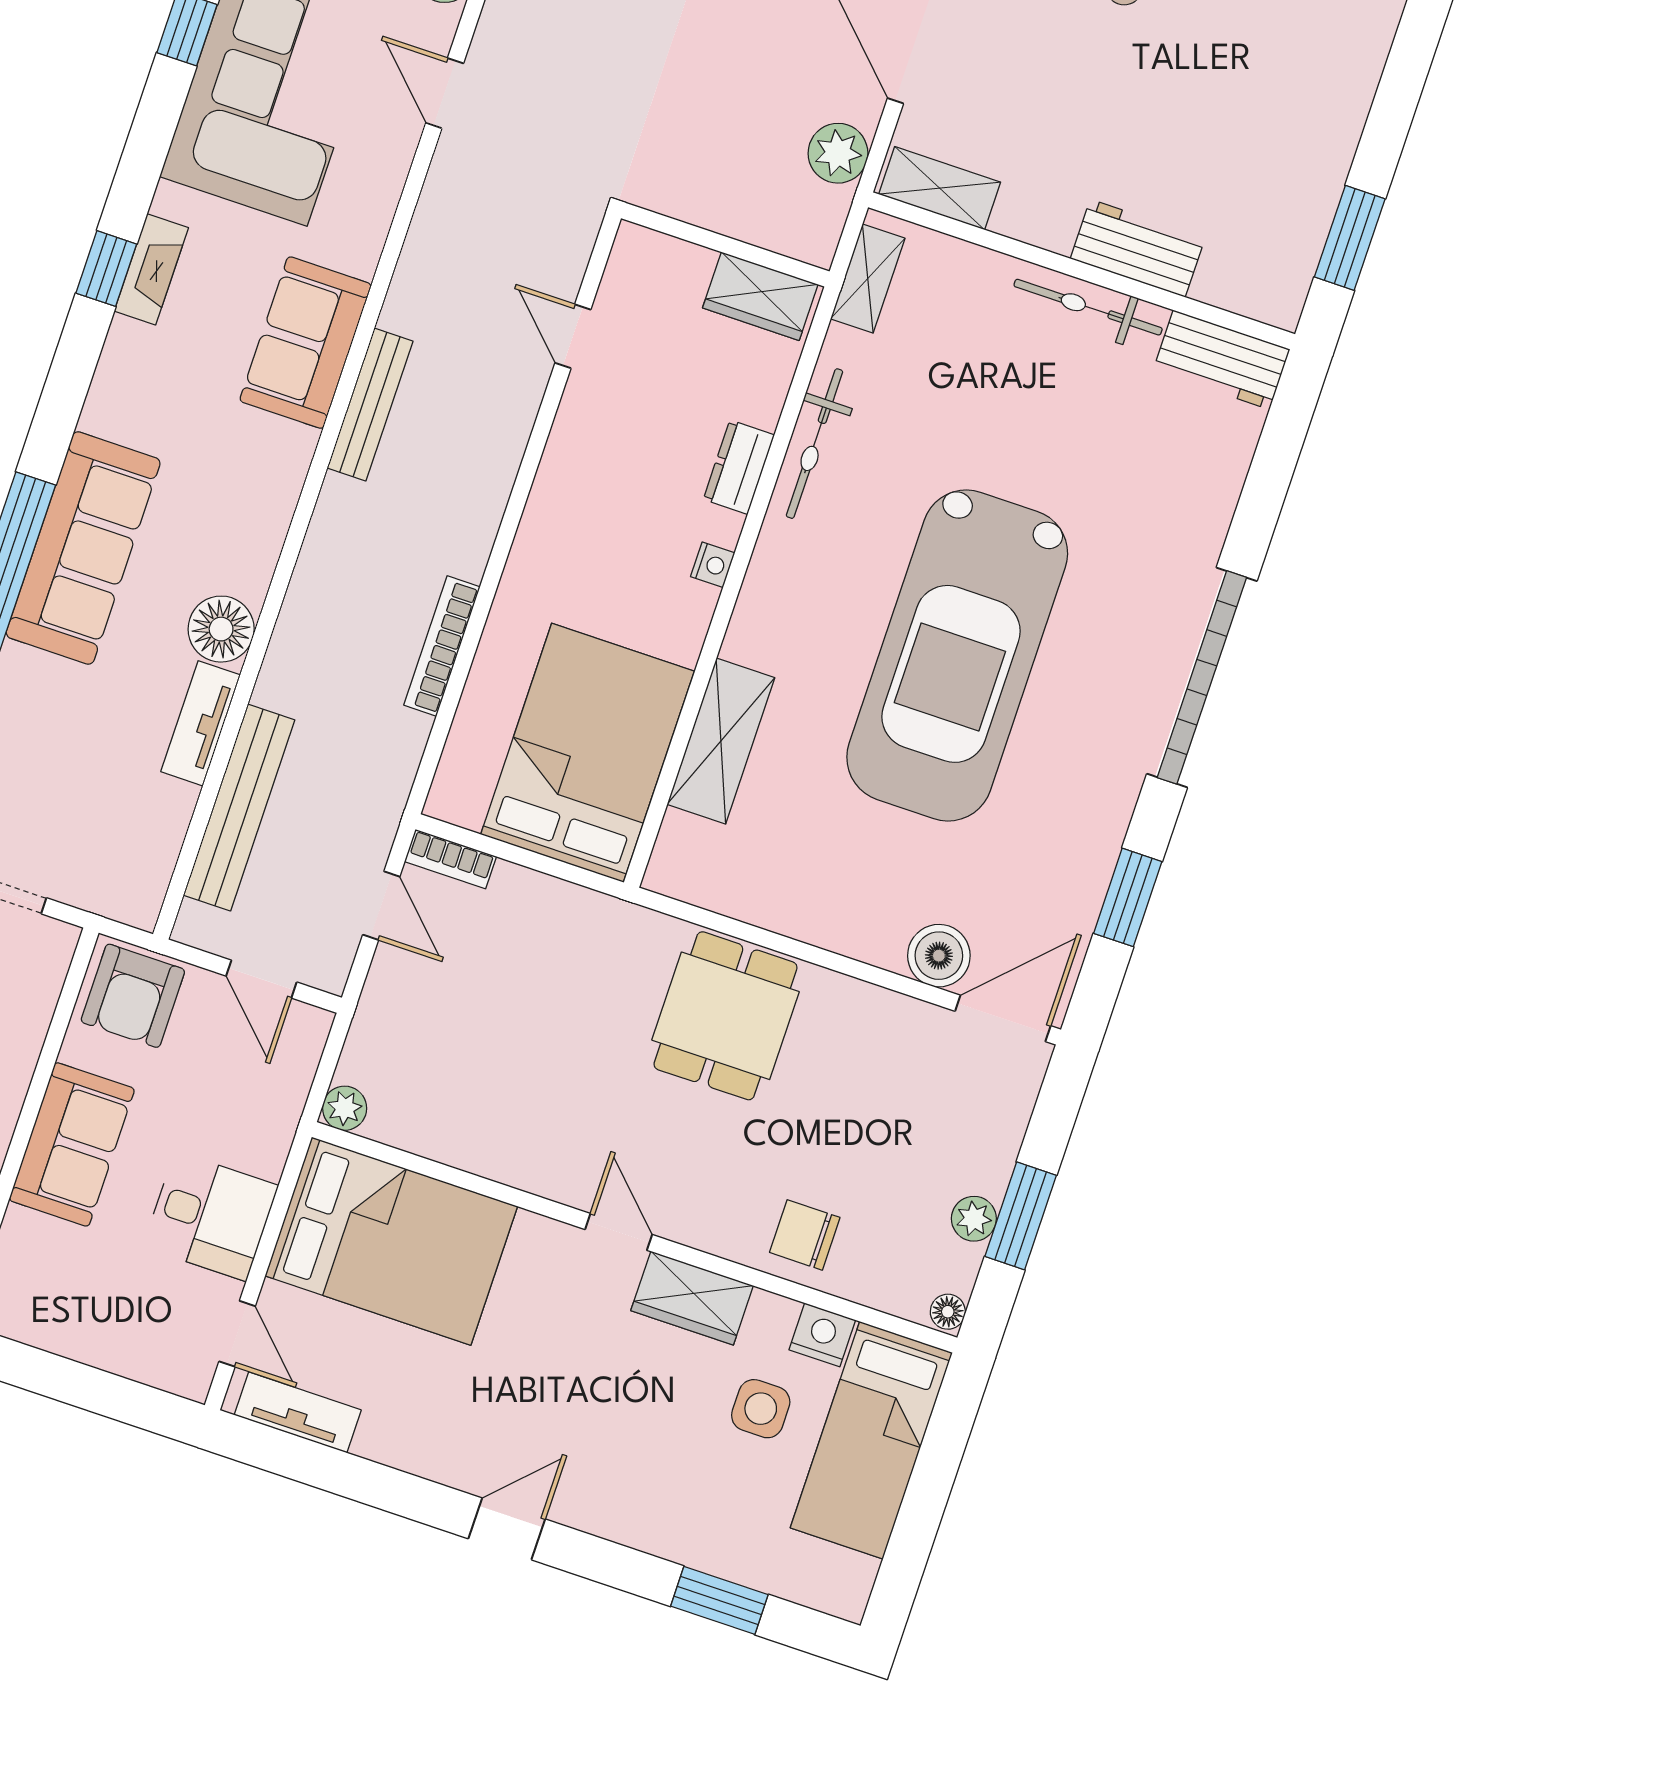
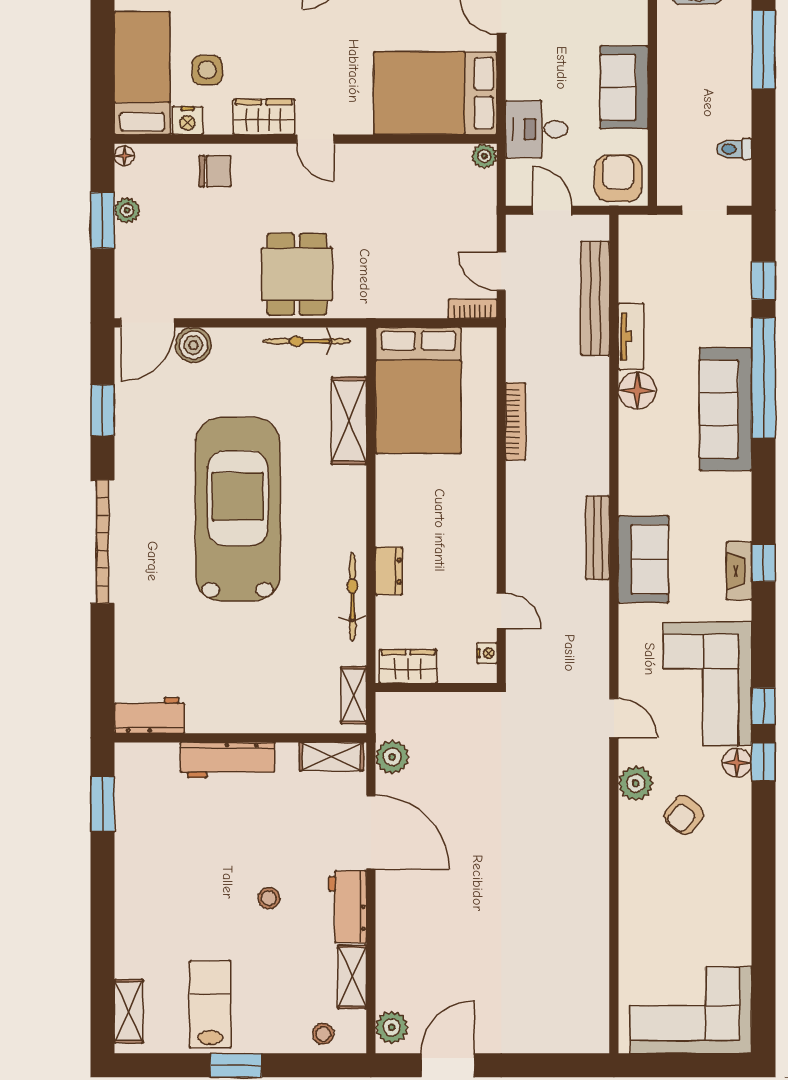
workbench: (1138, 248) -> (227, 760), width x1.38
bicycle: (1088, 307) -> (307, 341), moved, turned 180
nightstand: (713, 565) -> (487, 653), moved, turned 180
desk: (211, 1216) -> (537, 129), moved

